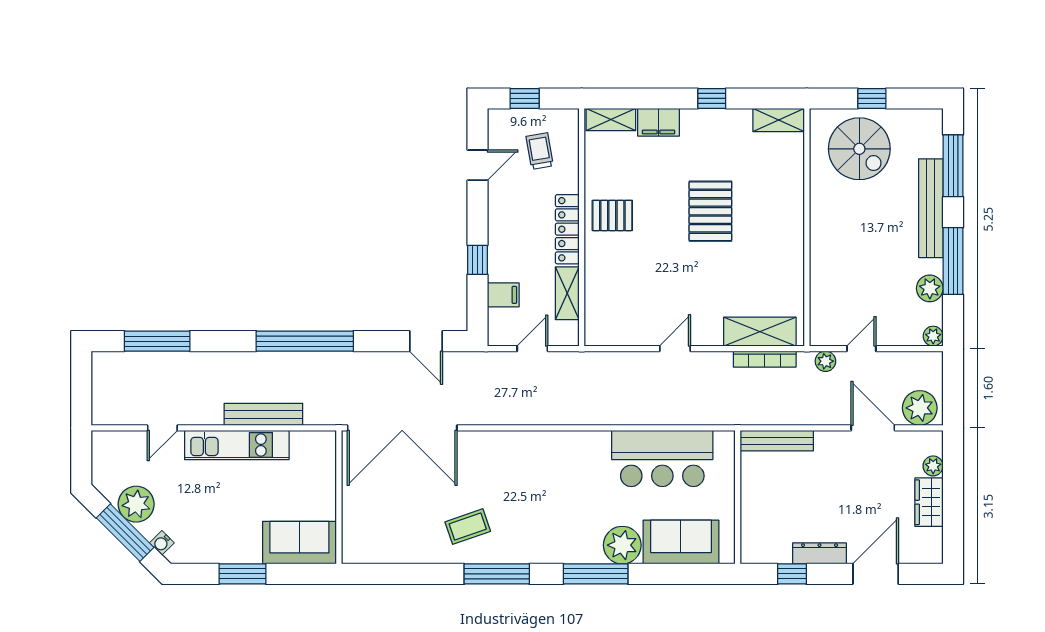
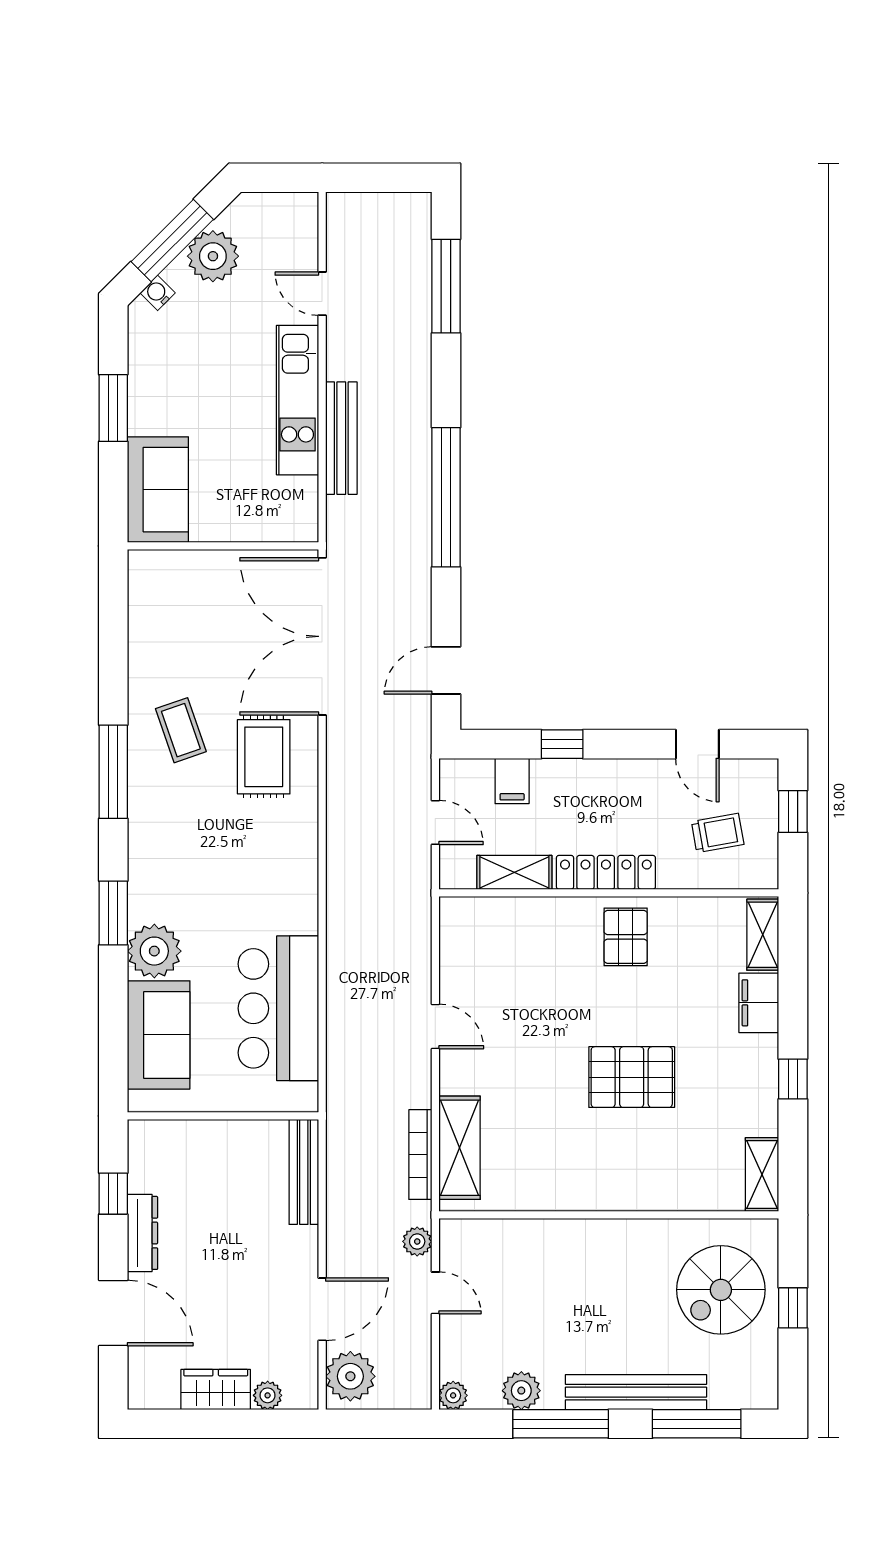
rug: (486, 469) -> (264, 757), added
window: (596, 574) -> (113, 913), width x0.69

